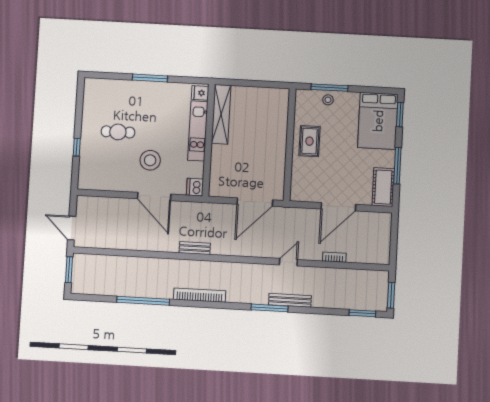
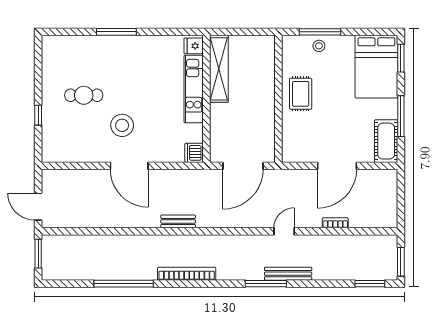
fridge: (200, 93) -> (194, 46), moved
shelving: (221, 114) -> (219, 69), moved
kitchen unit: (198, 131) -> (194, 89), moved
wall: (209, 140) -> (206, 99), moved
dishwasher: (195, 187) -> (194, 153), moved

